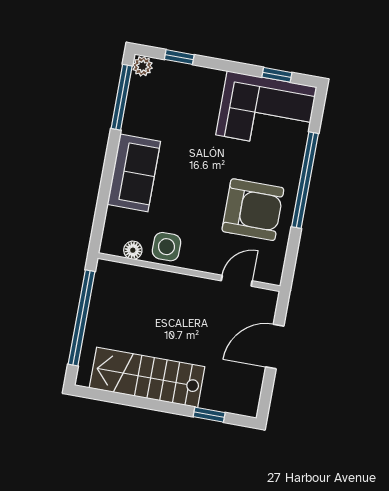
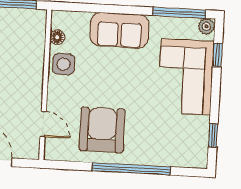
corner sofa: (266, 111) -> (186, 77), moved
armchair: (253, 210) -> (102, 130), turned 180

